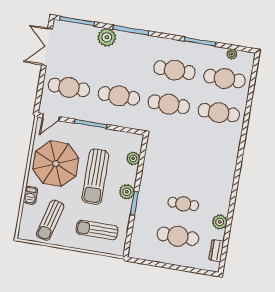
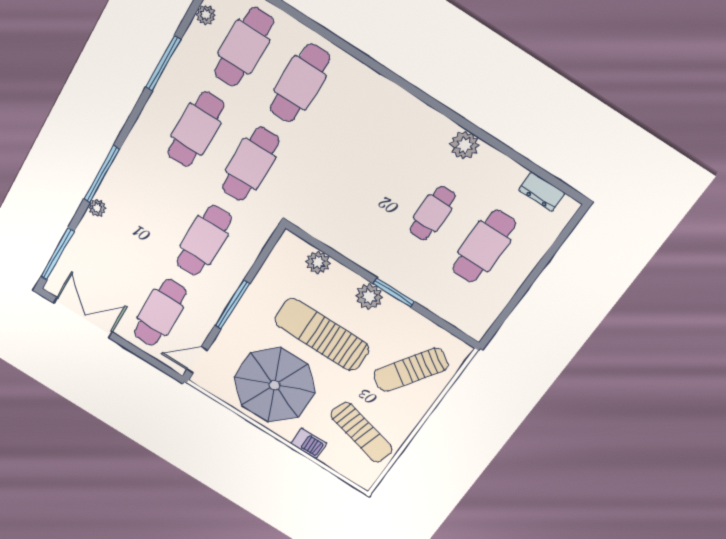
plant: (107, 37) -> (97, 208), width x0.53, depth x0.53
double door: (47, 47) -> (83, 318), swing flipped
door: (51, 117) -> (197, 360), swing flipped
sun lounger: (95, 177) -> (322, 335), turned 180
plant: (220, 222) -> (465, 145), moved
sun lounger: (97, 230) -> (411, 370), turned 34

